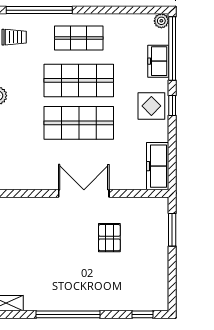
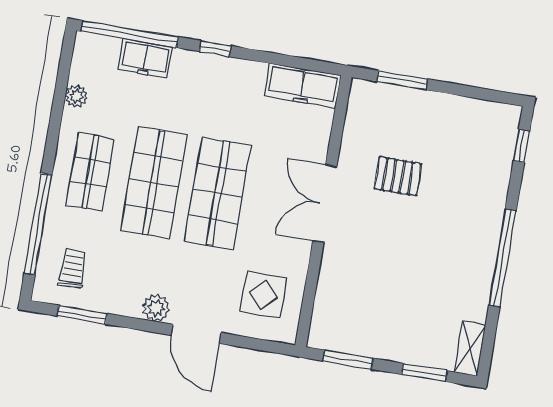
plant: (161, 21) -> (76, 96), moved
display table: (151, 106) -> (263, 295), moved

